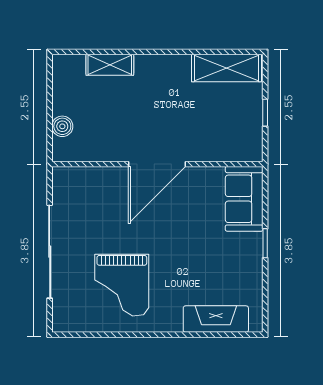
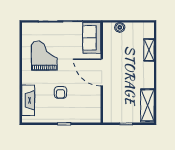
sofa: (244, 199) -> (92, 38), moved, turned -90
armchair: (199, 251) -> (61, 92), added
grand piano: (122, 285) -> (44, 56), turned 90

